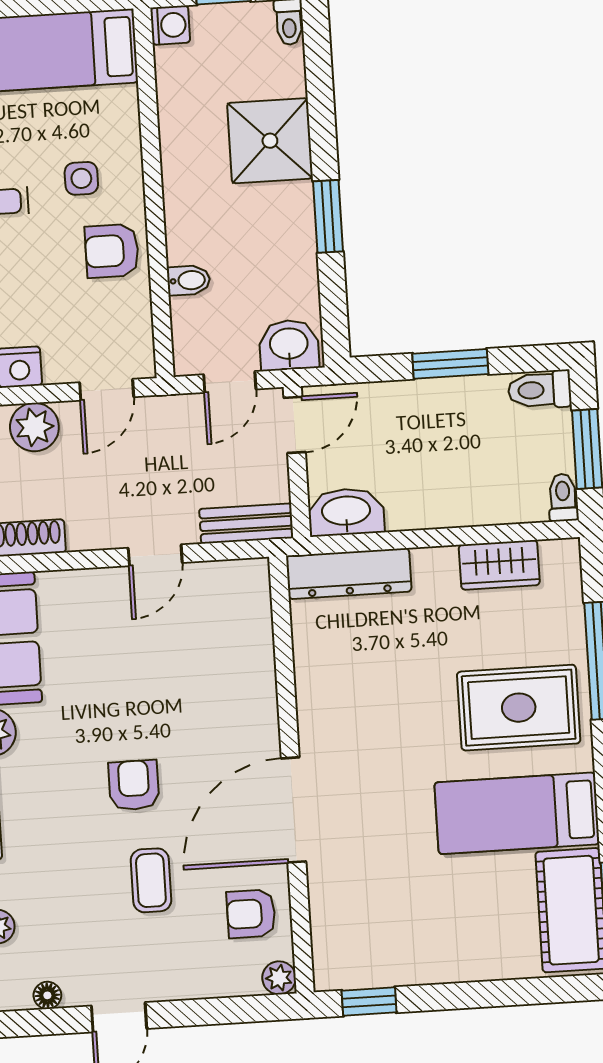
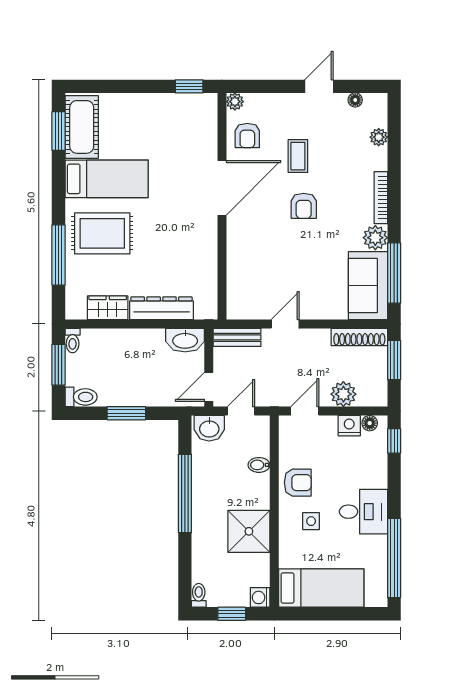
shower: (270, 141) -> (249, 531), moved
window: (328, 216) -> (185, 493), width x2.11
dresser: (349, 574) -> (162, 308), moved
armchair: (251, 914) -> (247, 136), turned 90

